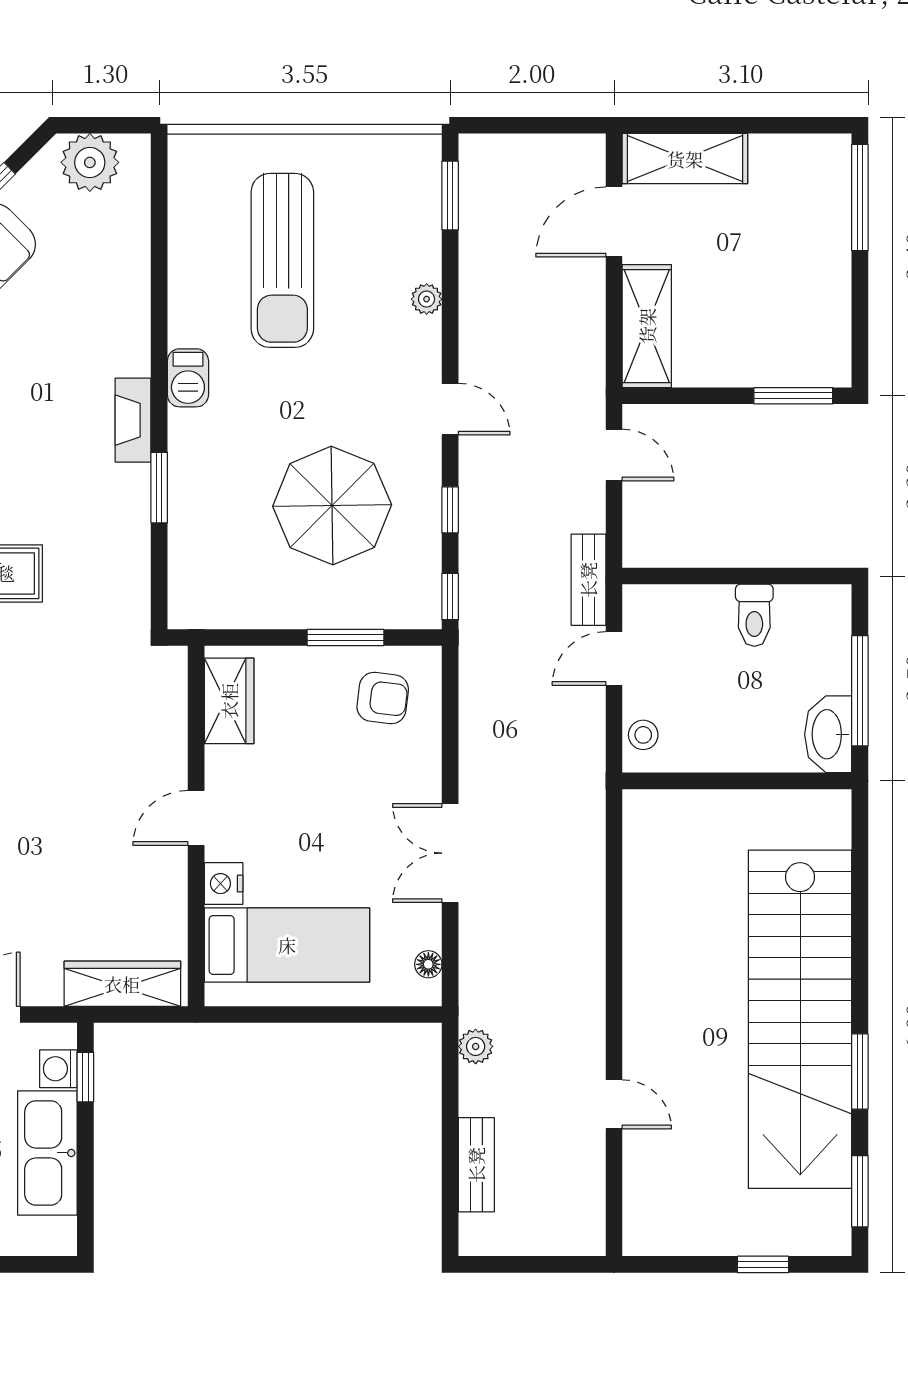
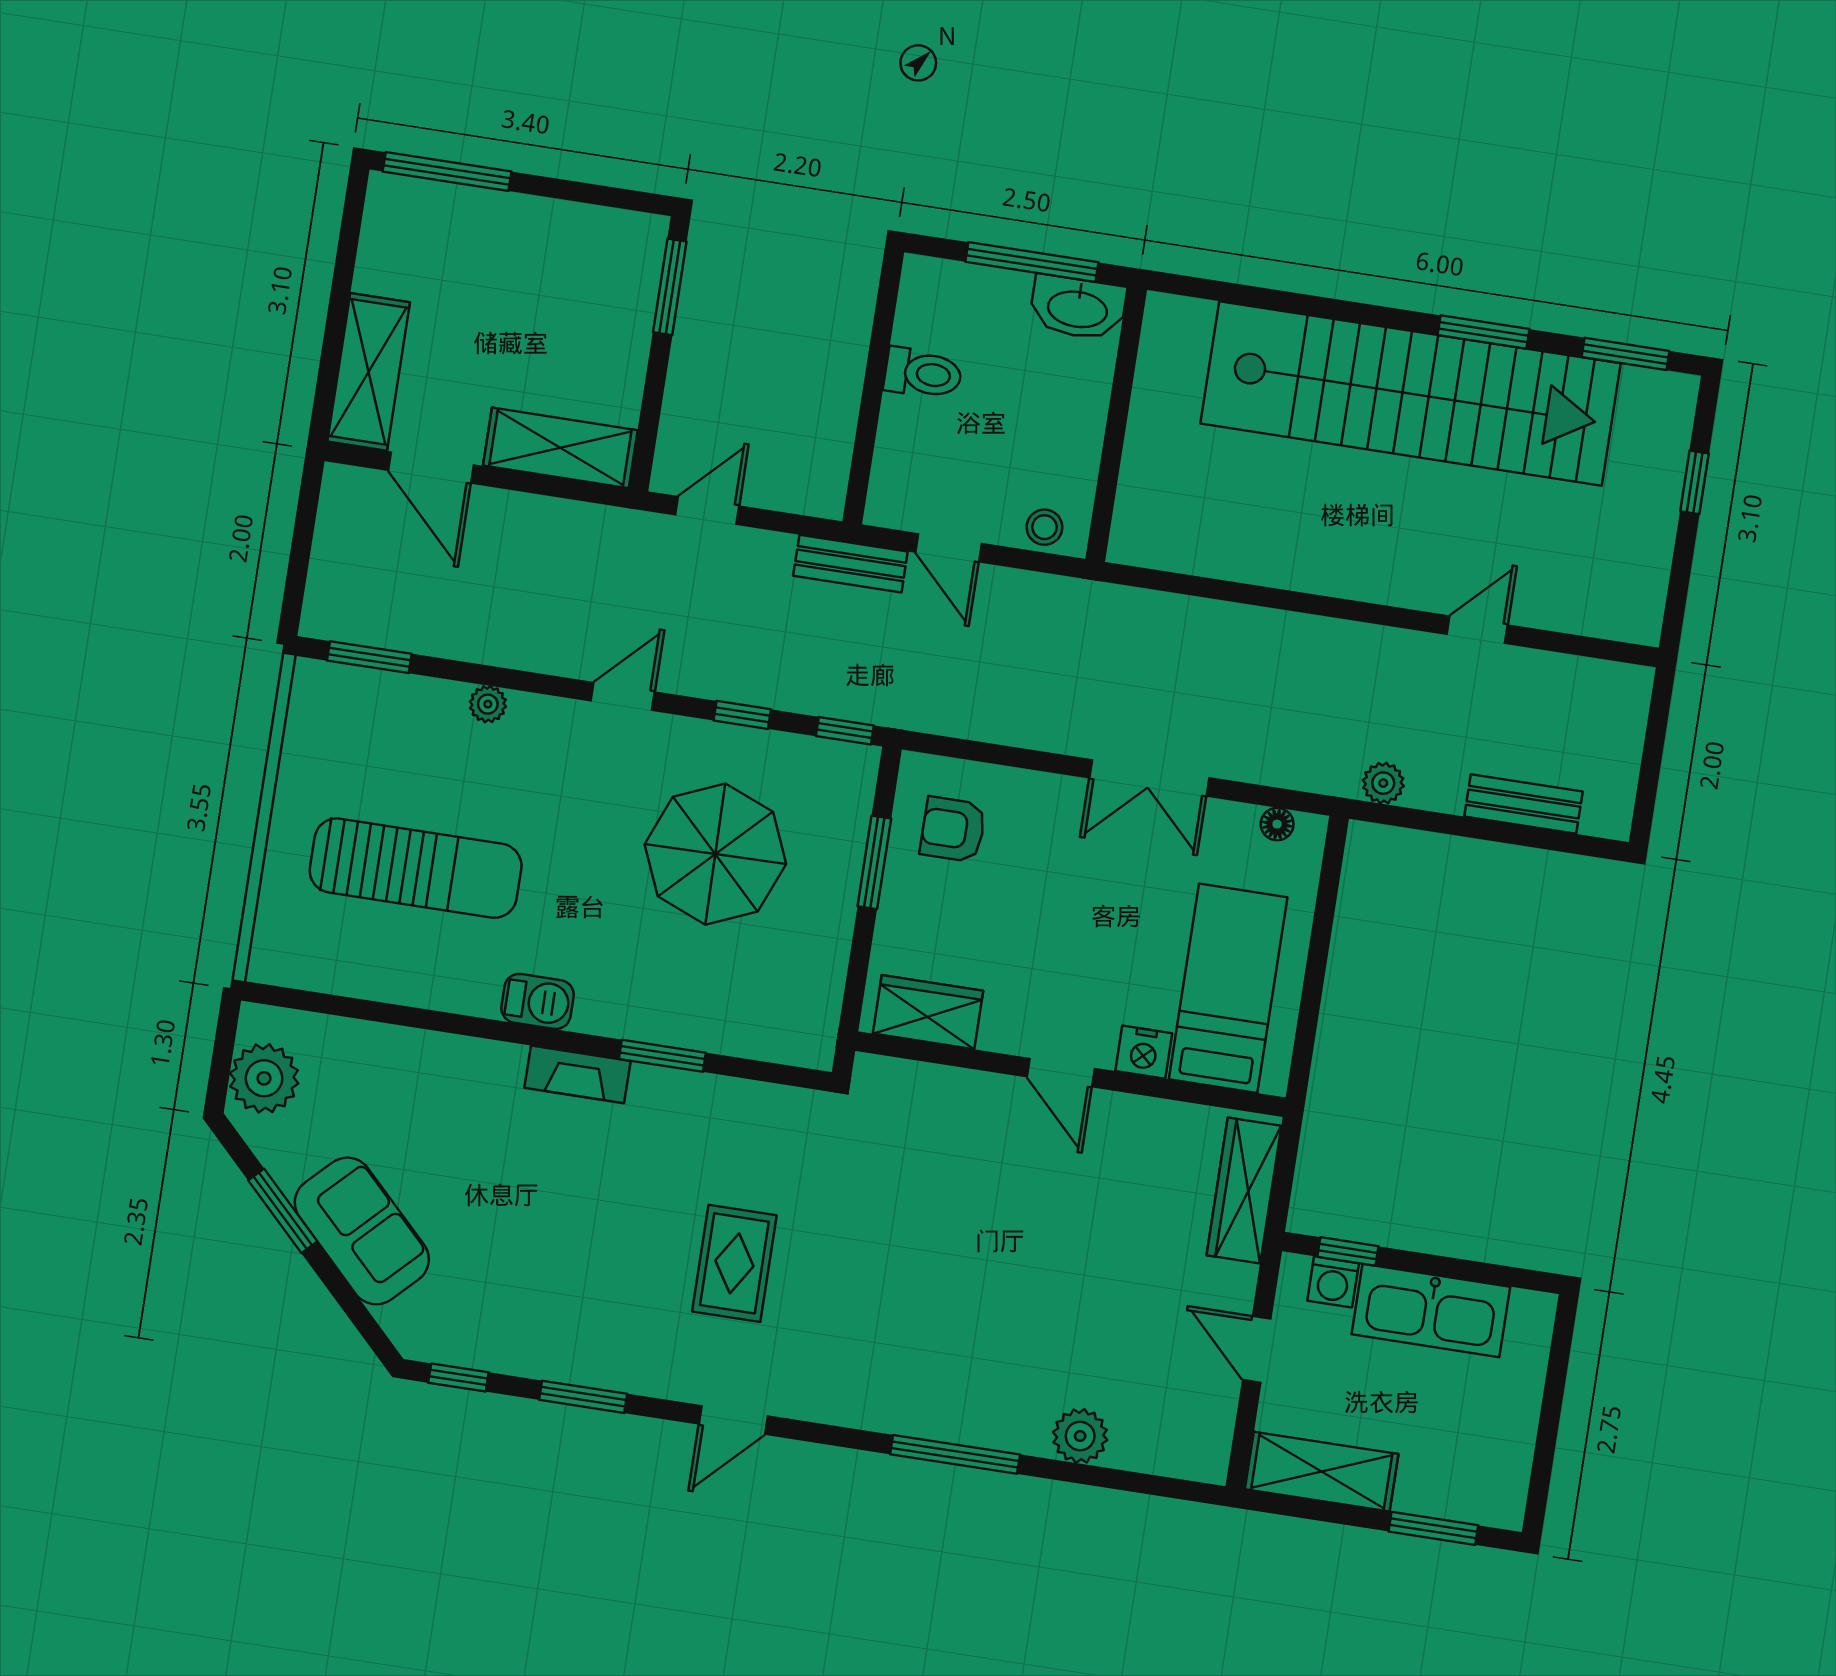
armchair: (383, 698) -> (953, 829), turned -97

